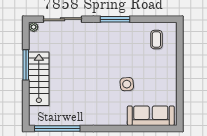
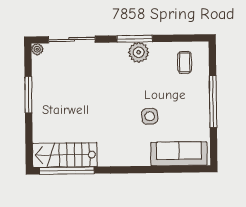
plant: (118, 31) -> (139, 52), added
window: (180, 72) -> (213, 101), added
stairs: (39, 79) -> (65, 155), moved, turned -90

